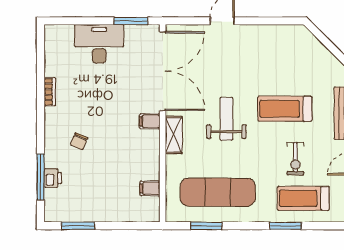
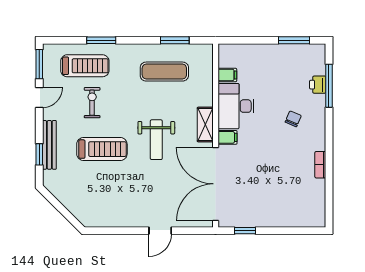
window: (131, 21) -> (245, 231), width x0.67
desk: (99, 44) -> (236, 106), moved, turned 90
exercise mat: (218, 192) -> (164, 72), width x0.73, depth x0.69

